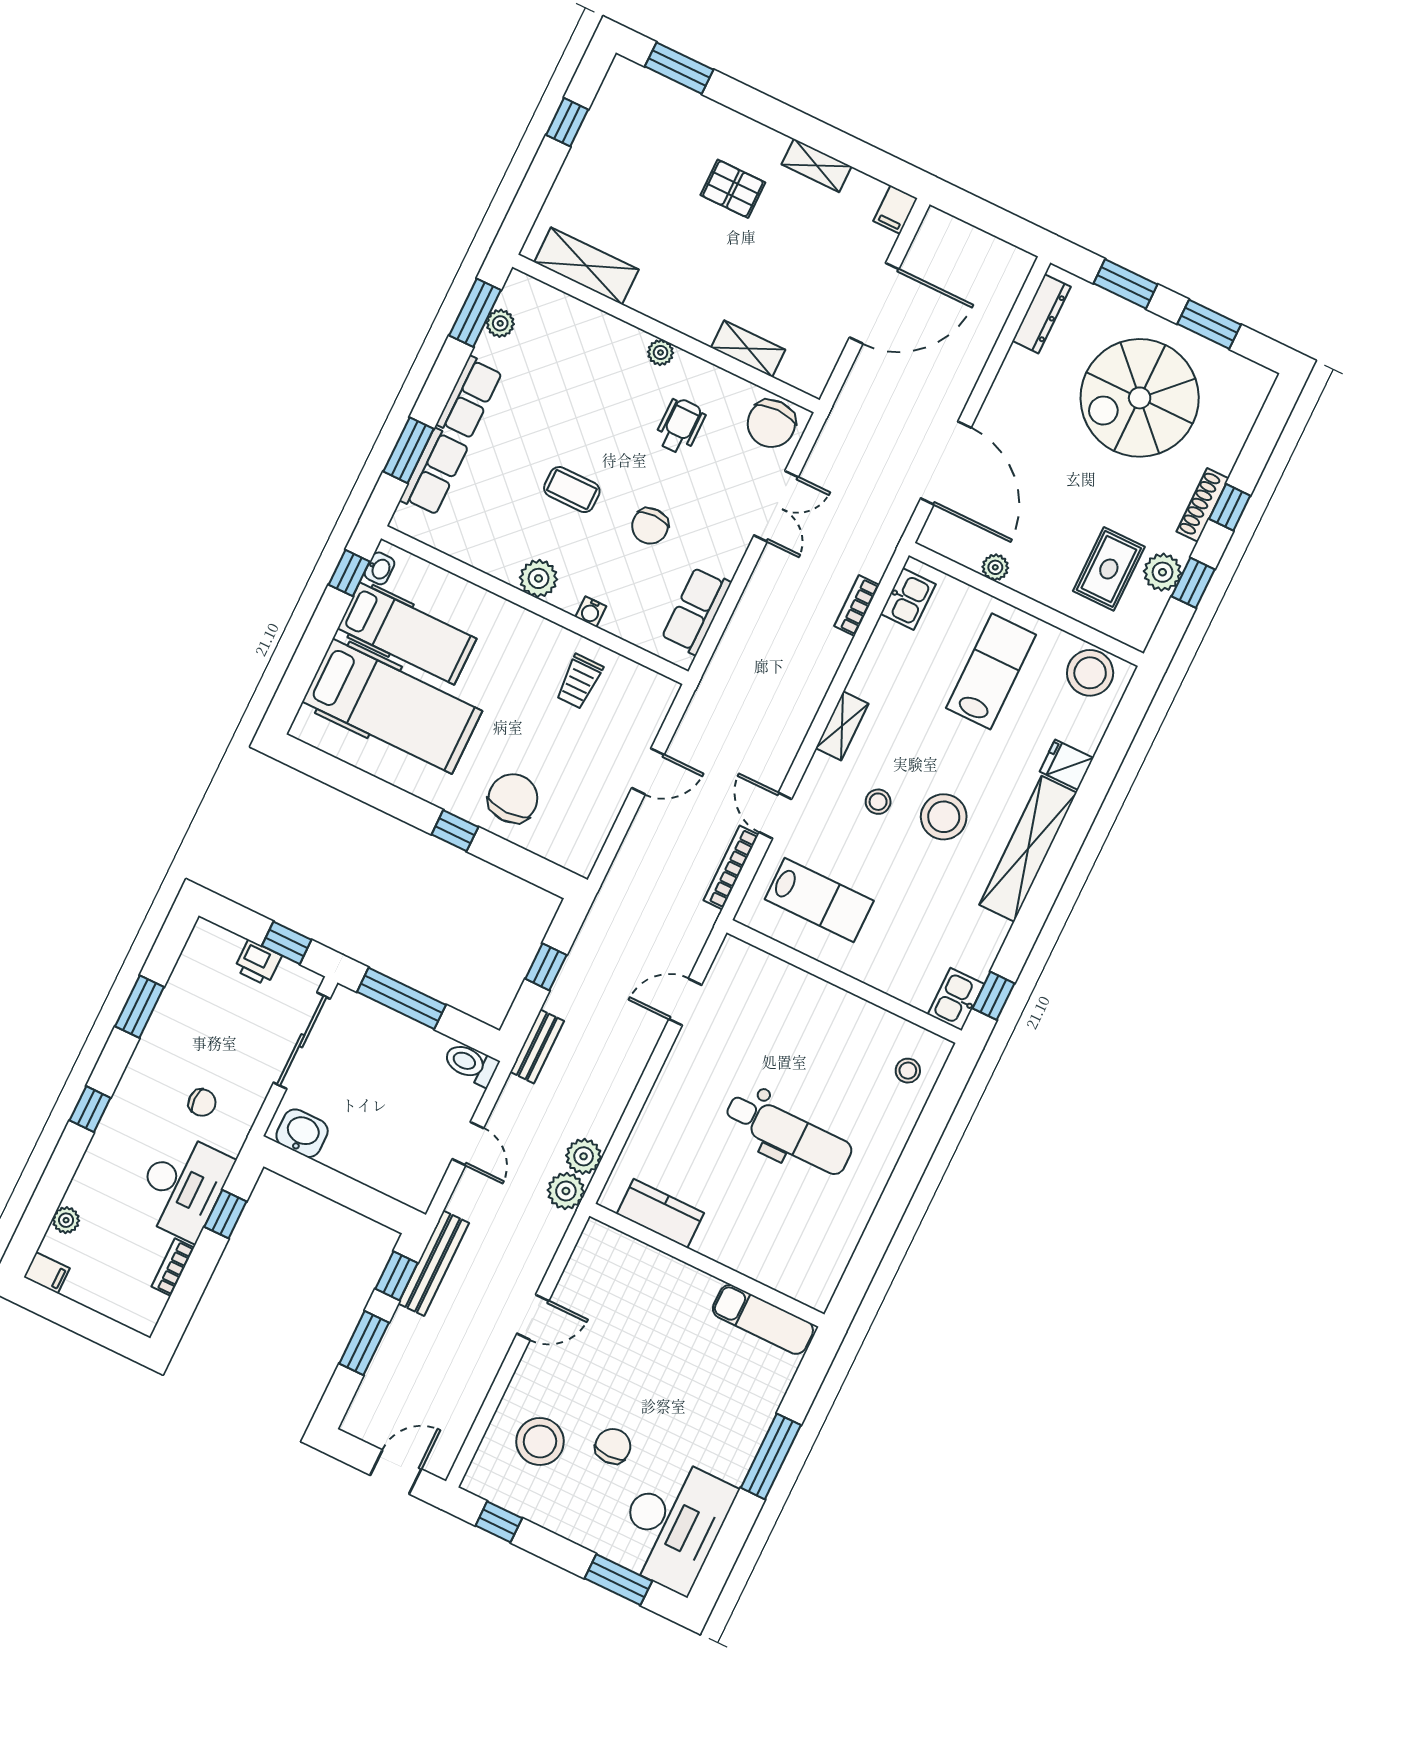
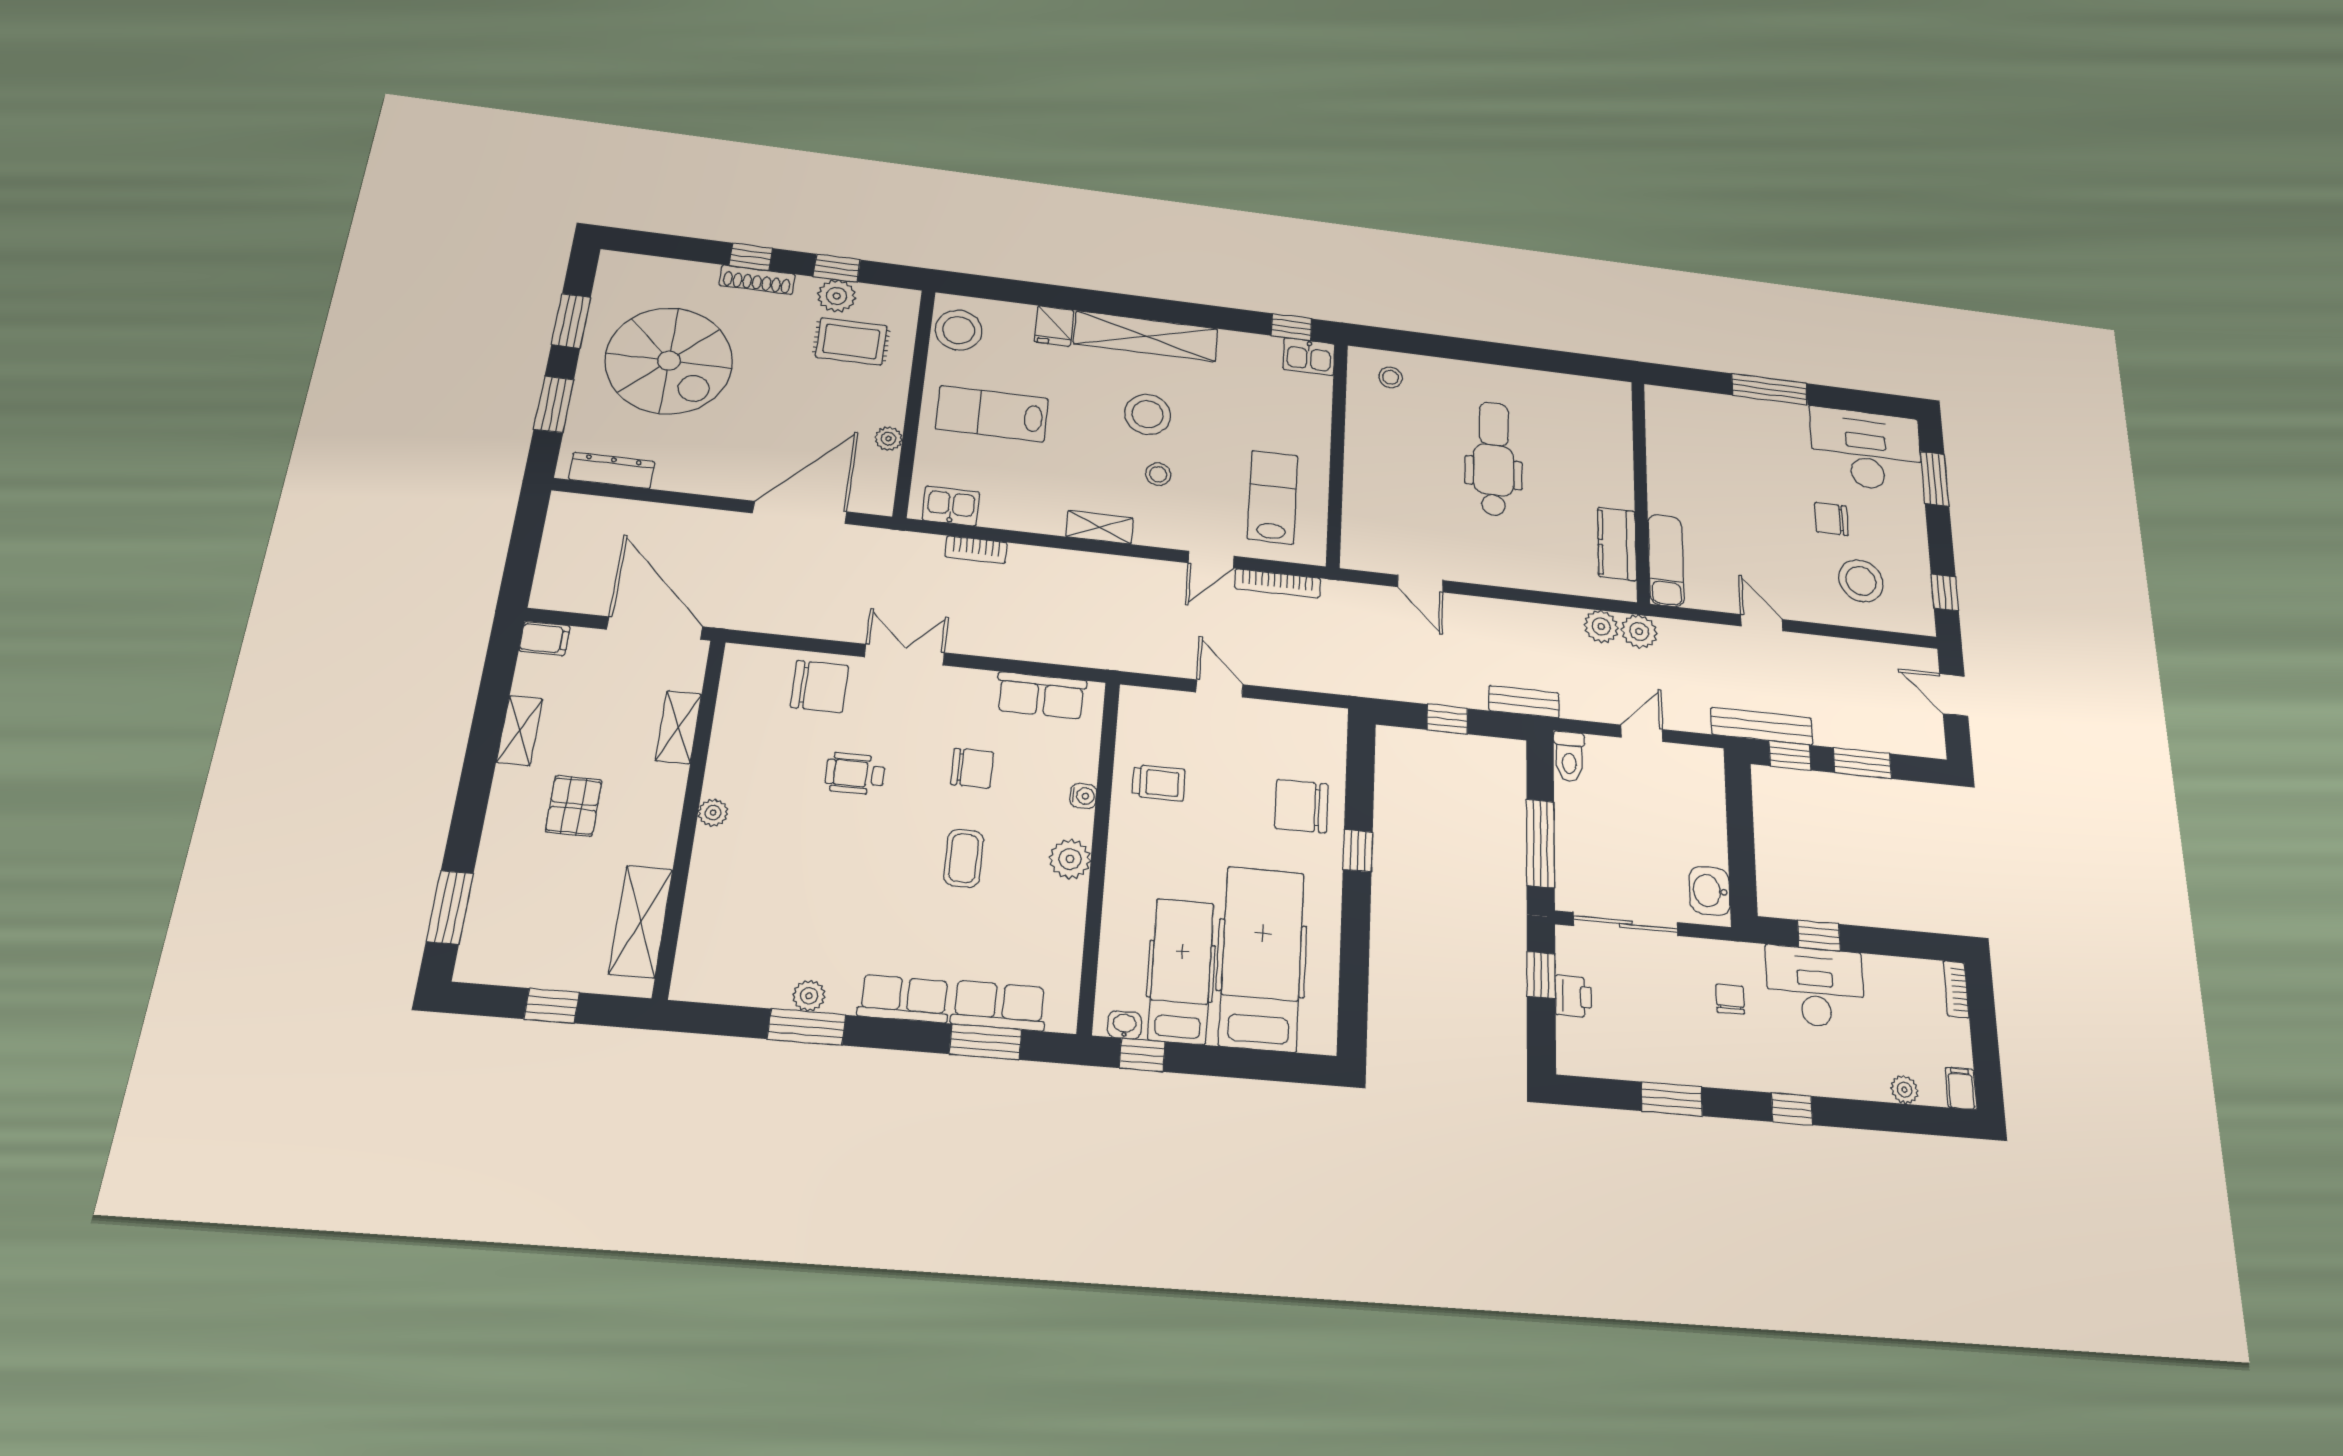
shelving: (586, 266) -> (641, 921), moved
wall: (666, 333) -> (690, 814), moved
shelving: (748, 349) -> (679, 727), moved
plant: (661, 352) -> (713, 813), moved
bookcase: (173, 1267) -> (1956, 989), moved, turned 90
exam couch: (763, 1319) -> (1666, 560), moved

